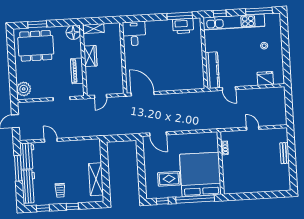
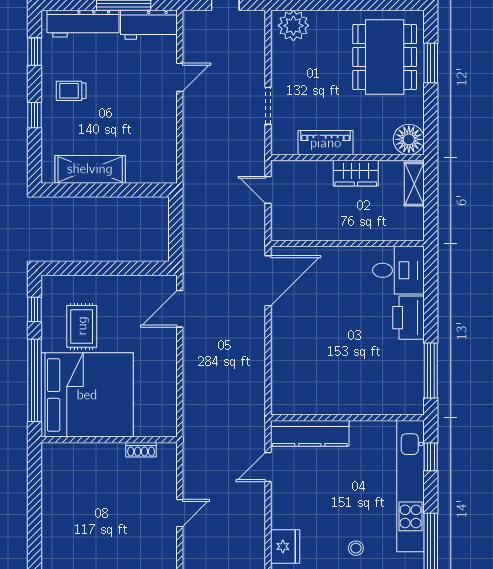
printer: (183, 26) -> (409, 318), moved

